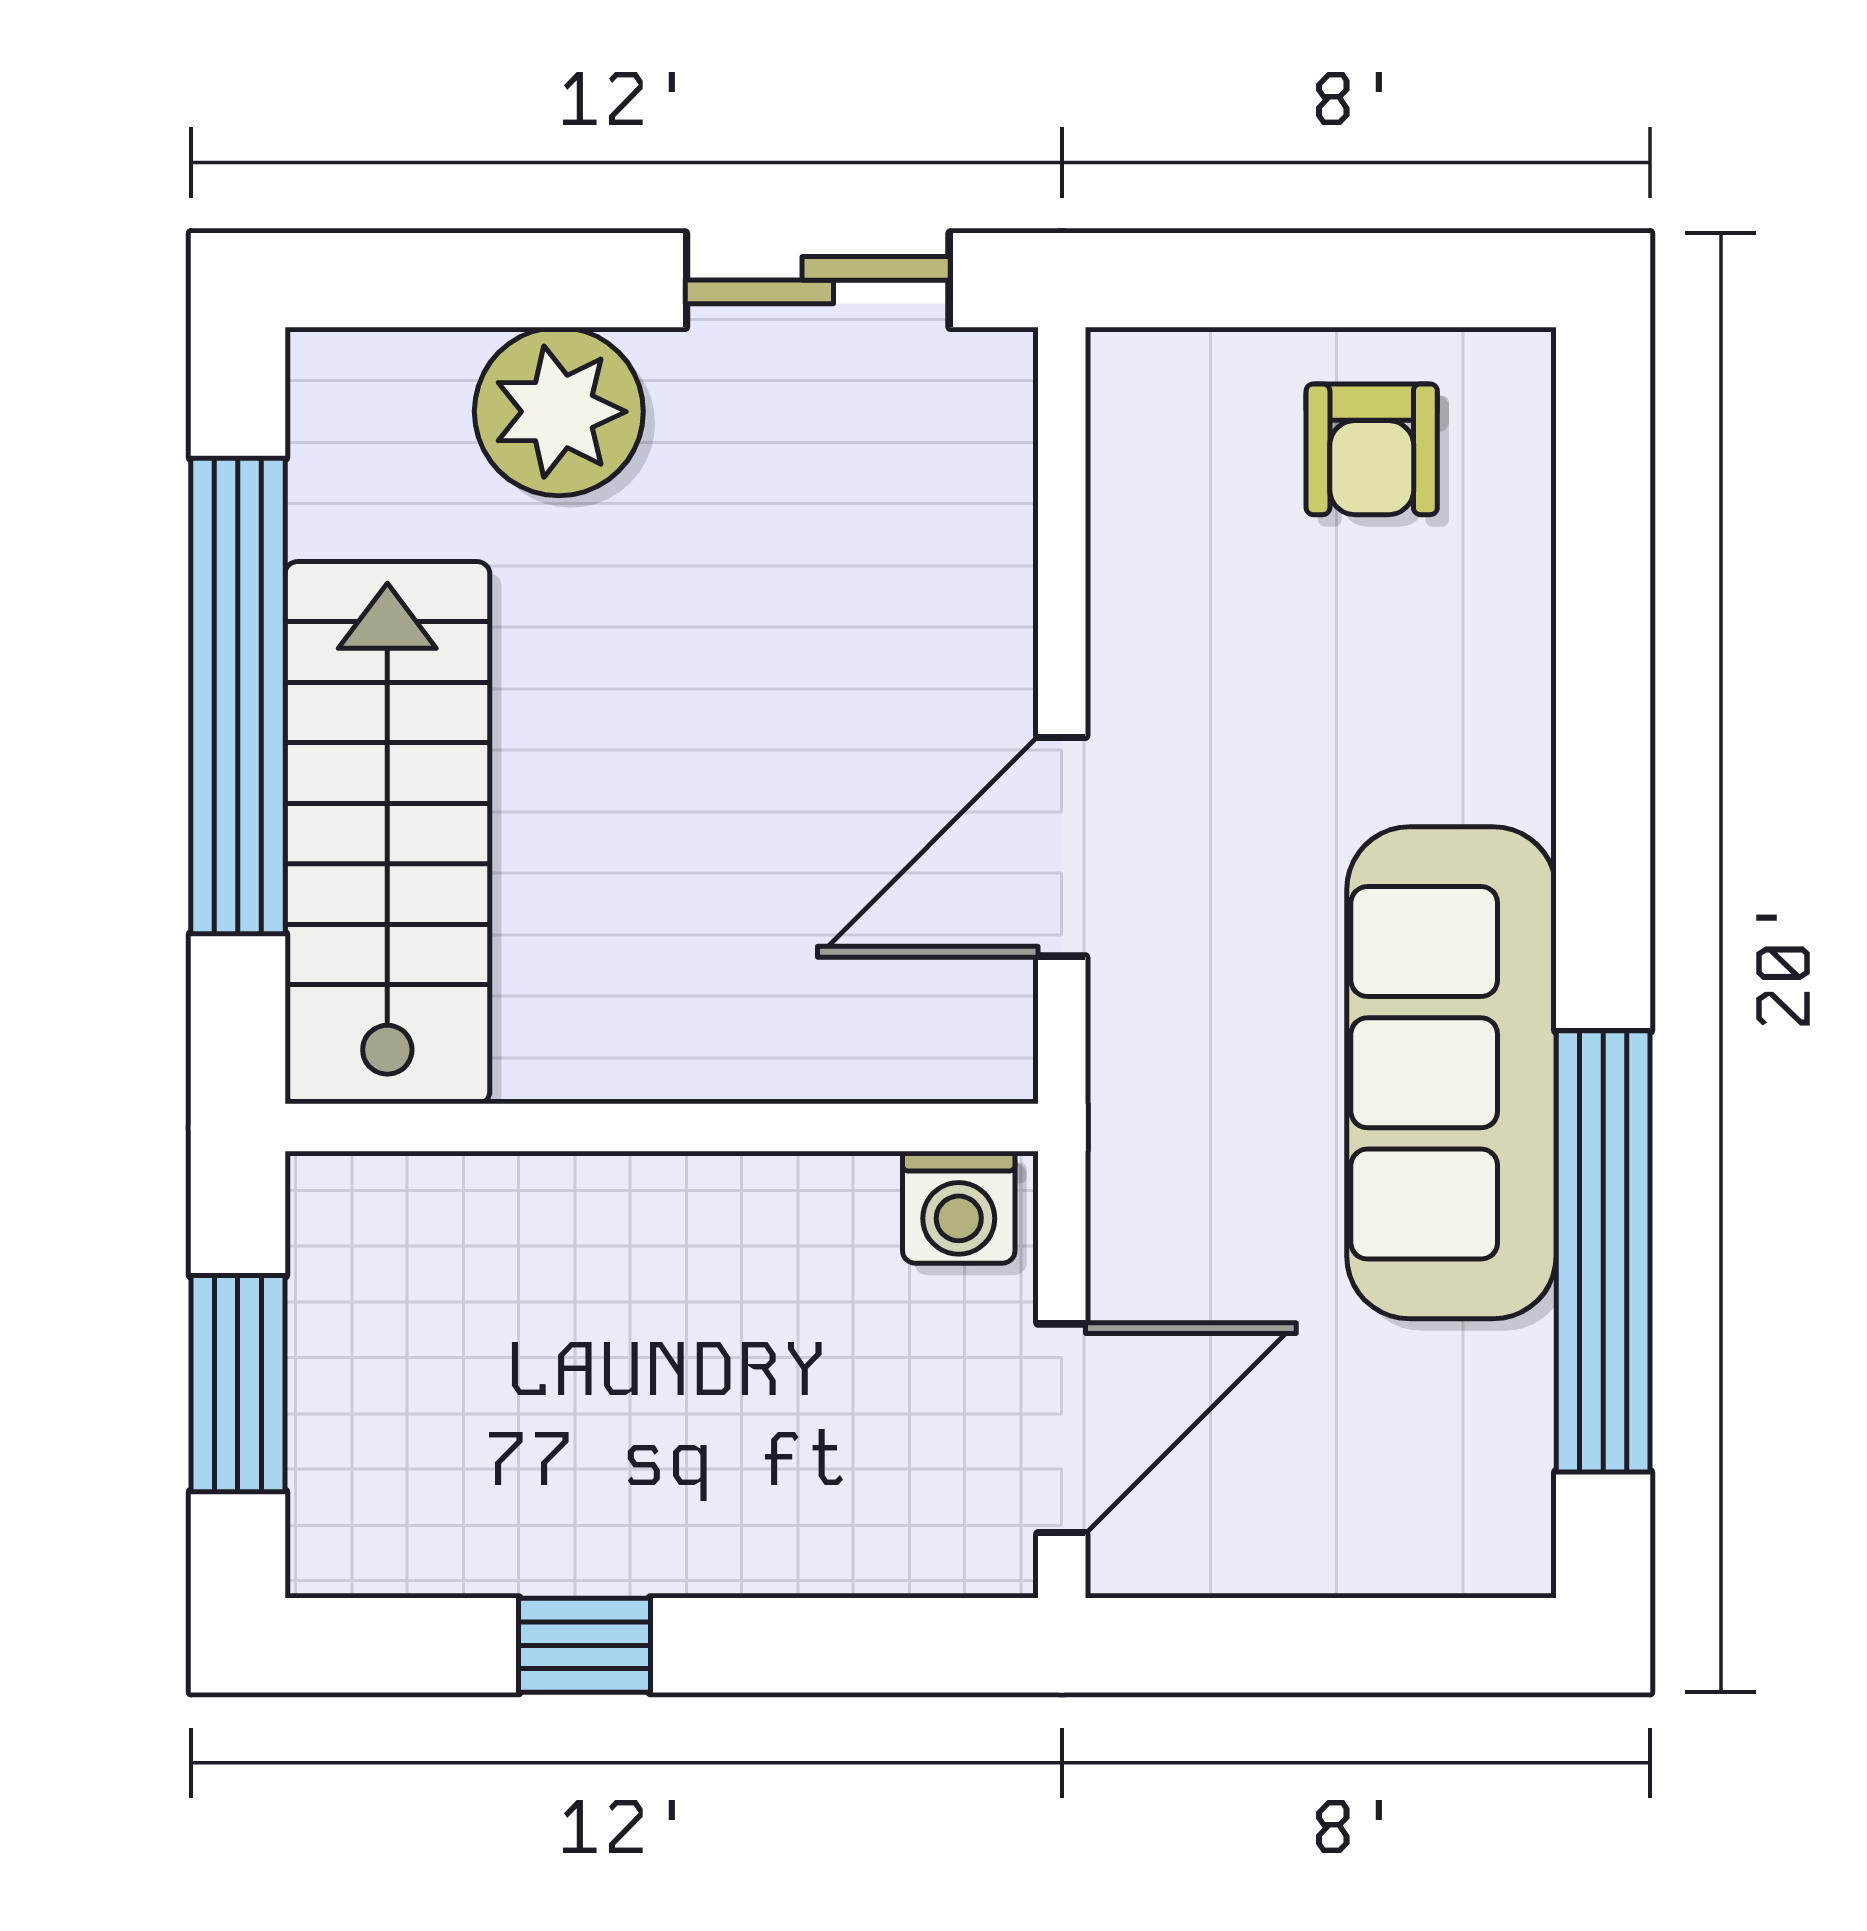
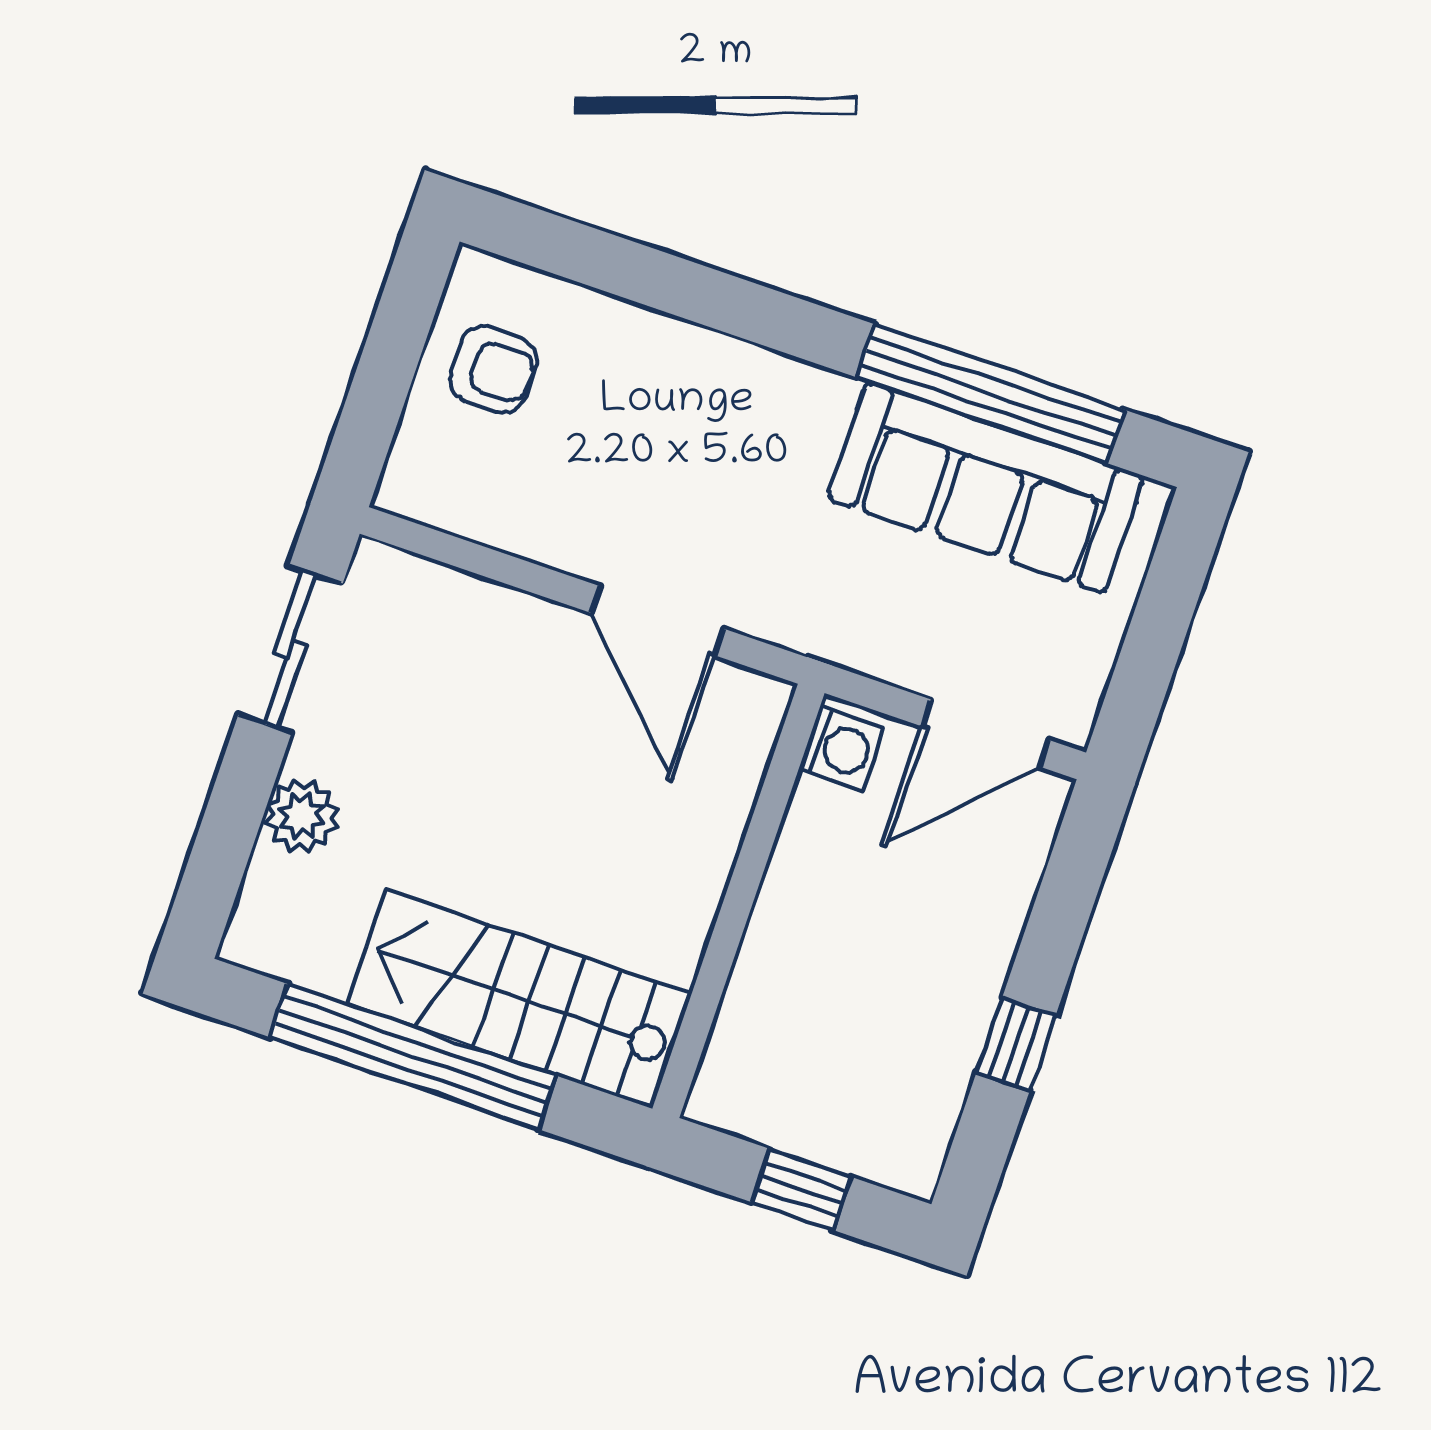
plant: (559, 412) -> (302, 816), width x0.73, depth x0.73
sofa: (1451, 1073) -> (986, 488), moved
window: (238, 1384) -> (801, 1189), width x0.67
door: (1062, 1428) -> (986, 733), swing flipped

